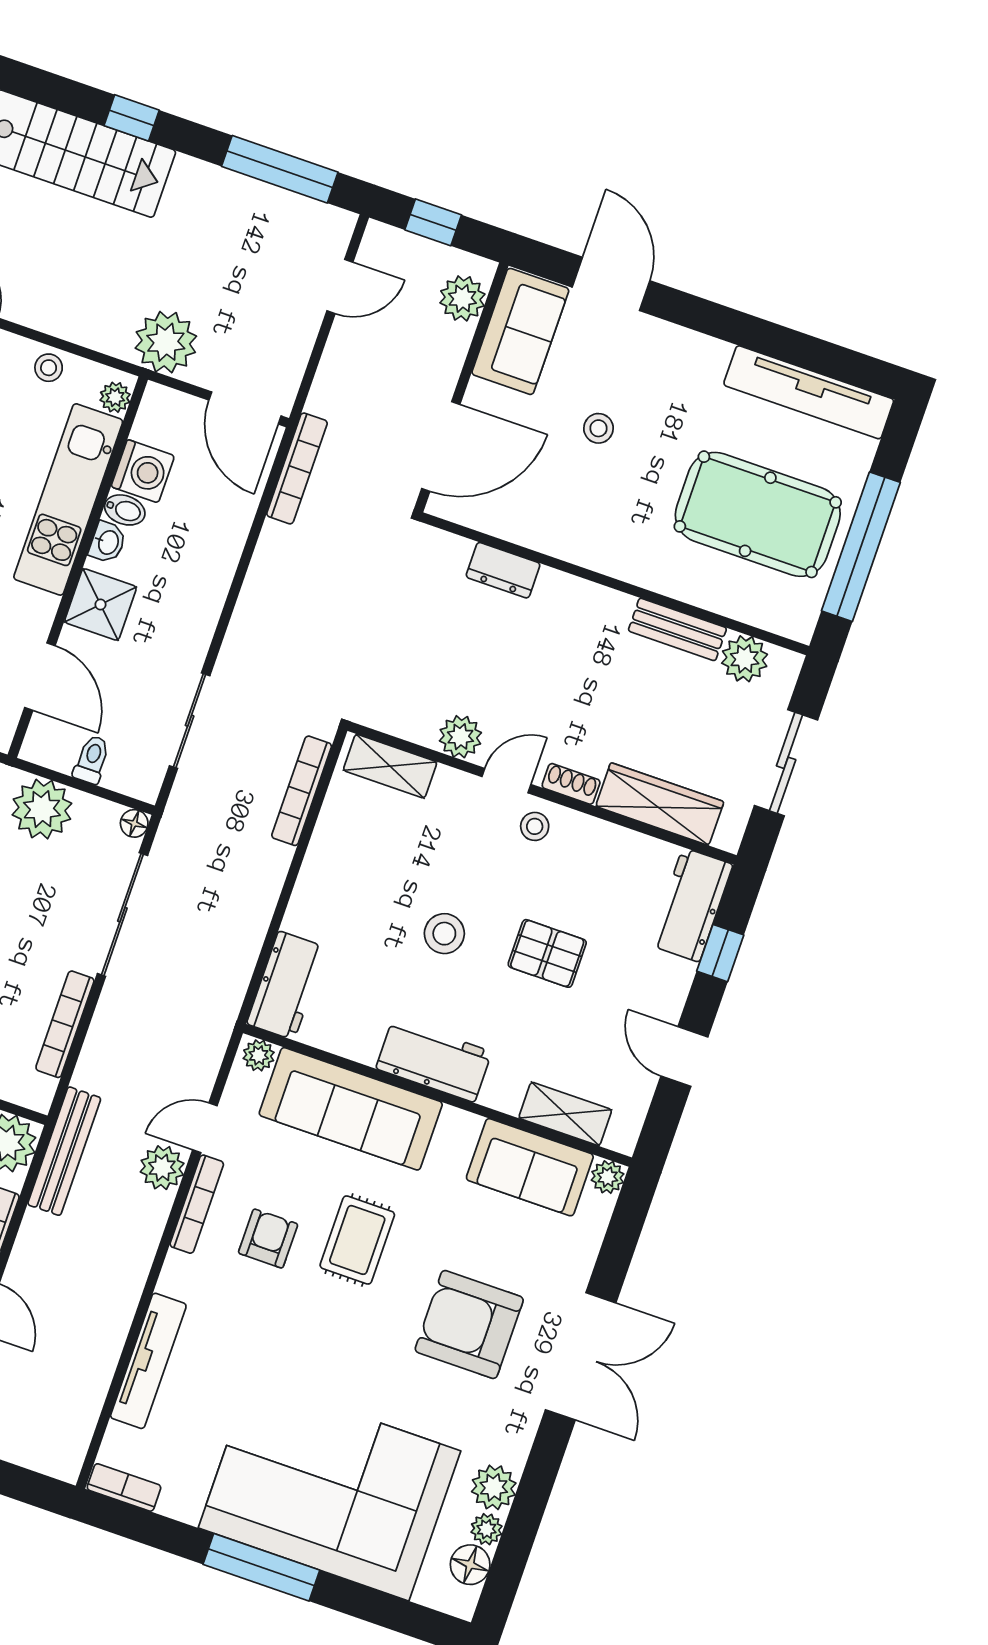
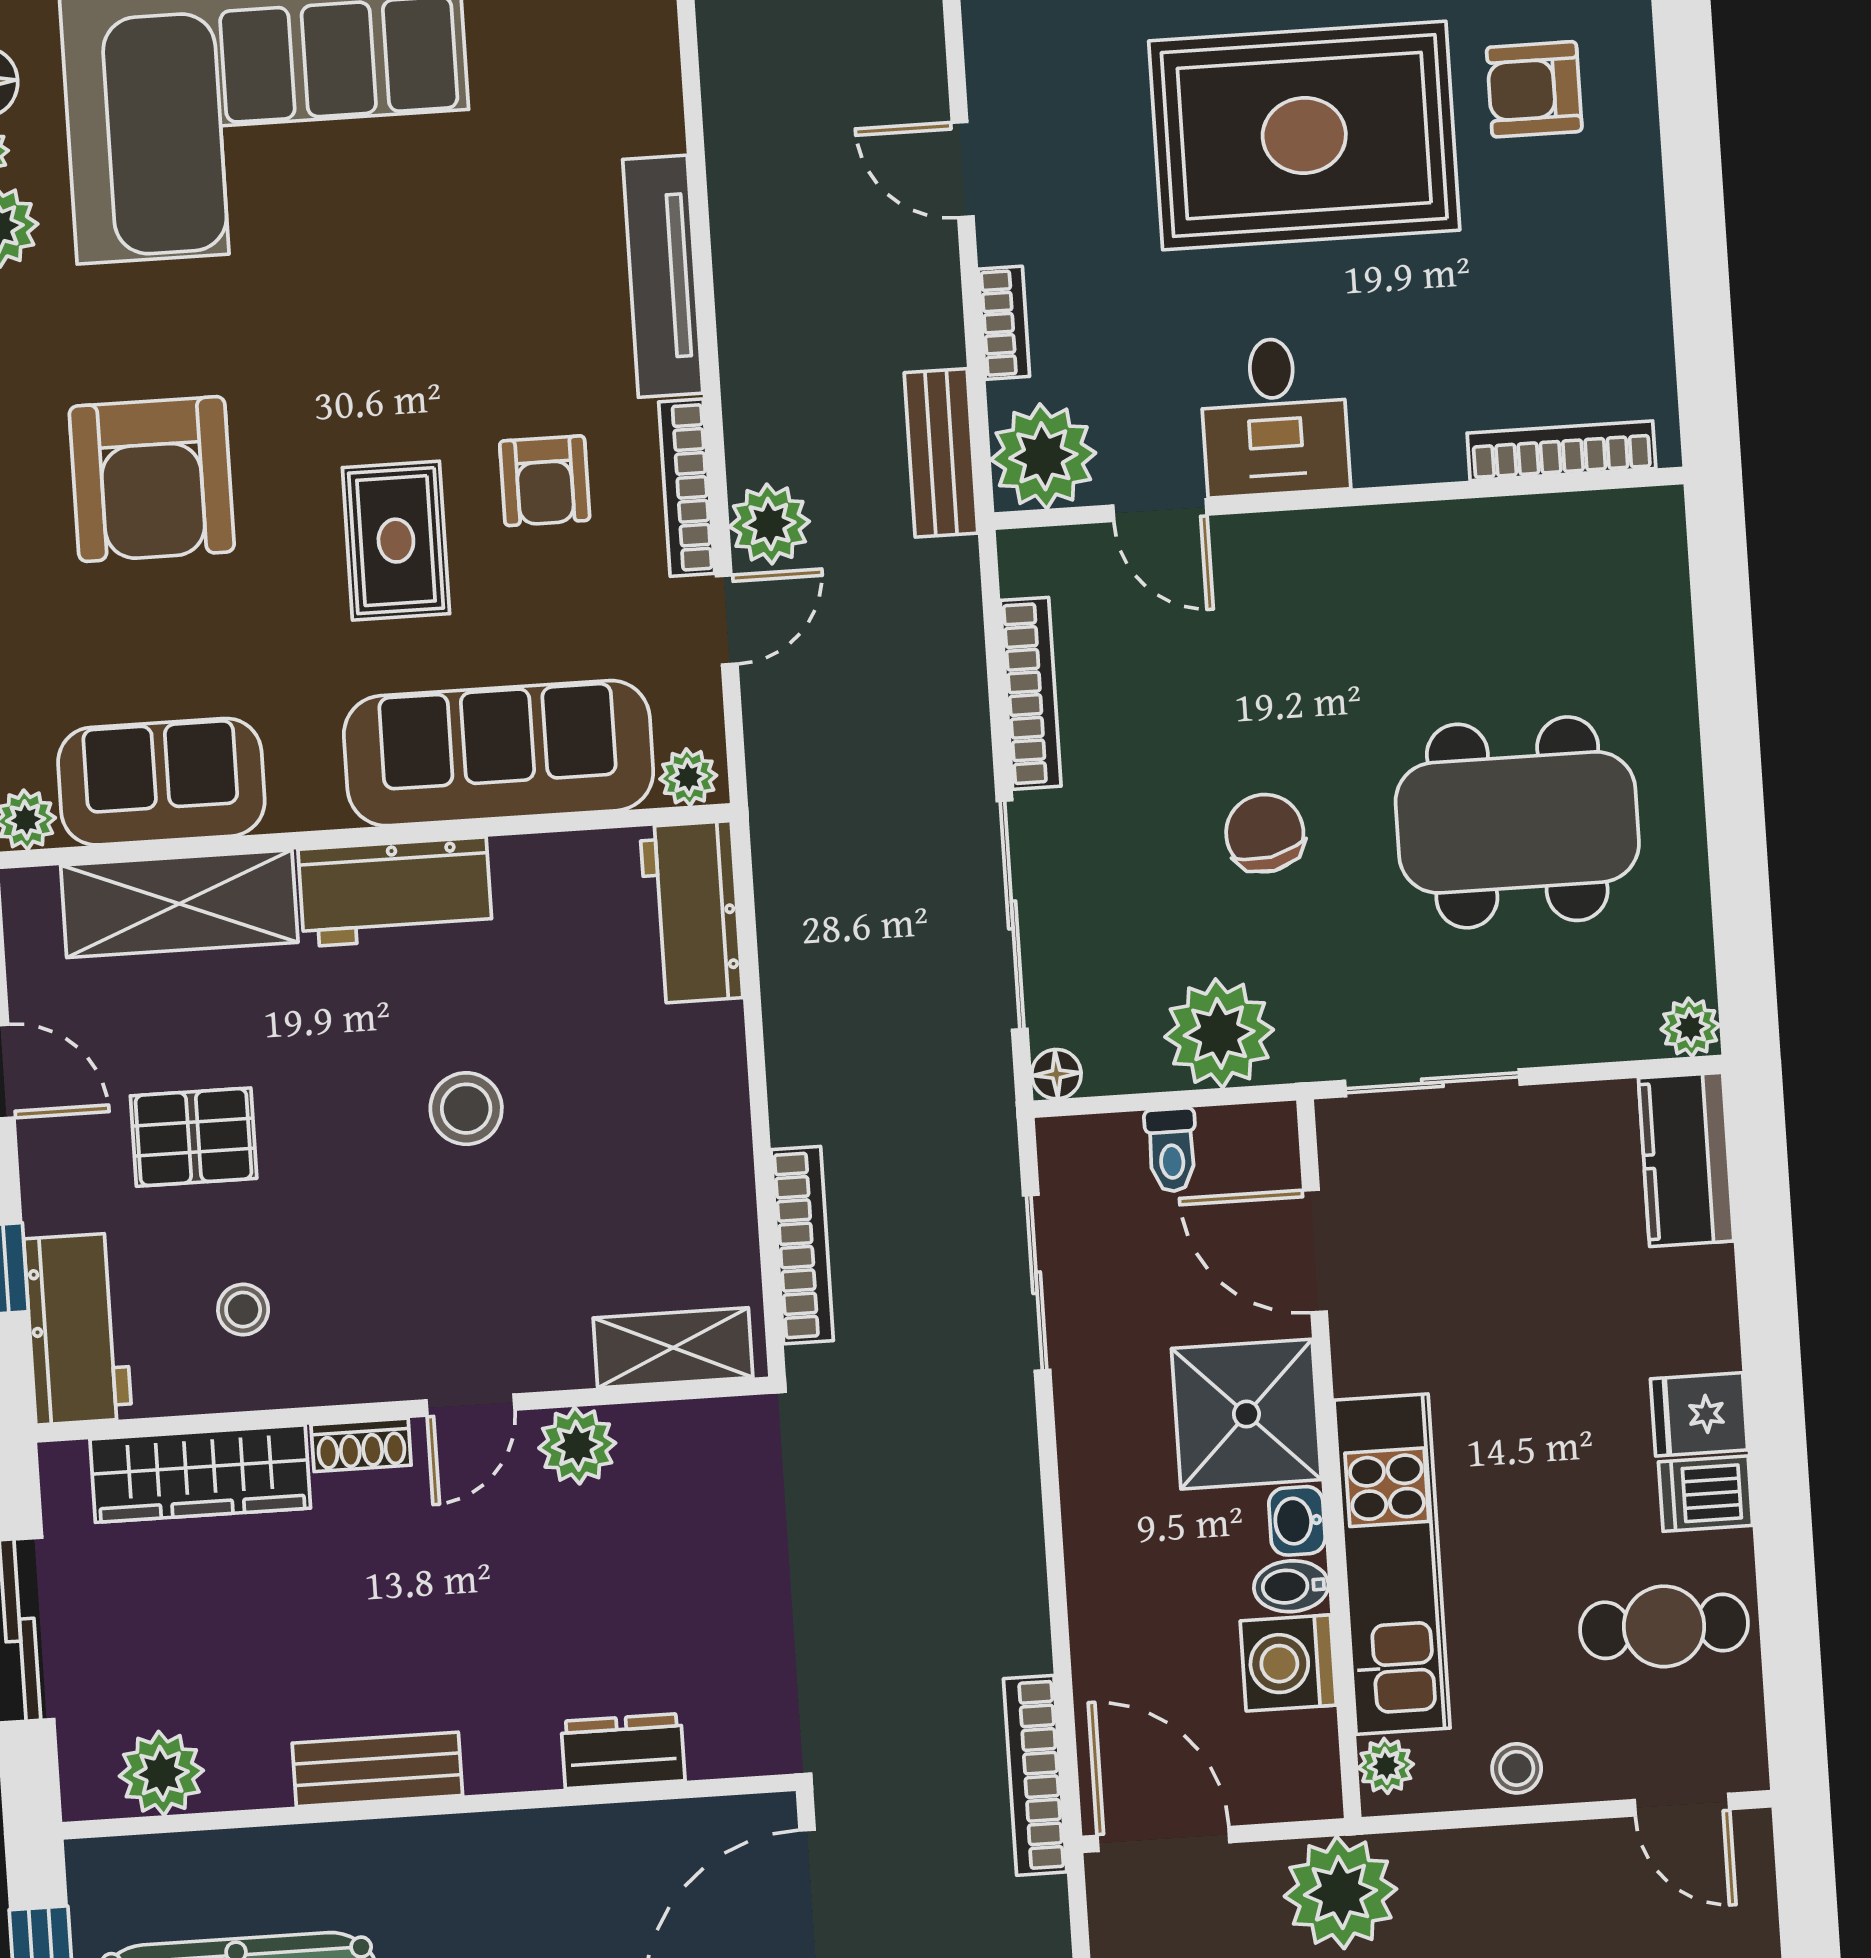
shower: (100, 604) -> (1246, 1414), width x1.36, depth x1.36
bench: (677, 629) -> (377, 1769), moved
stool: (535, 826) -> (243, 1310), moved
pallet: (547, 953) -> (194, 1137), moved
shelving: (565, 1114) -> (179, 904), width x1.50, depth x1.33
bench: (64, 1151) -> (941, 453), width x0.73
armchair: (469, 1324) -> (152, 479), turned 90
tv unit: (148, 1361) -> (663, 276), moved

